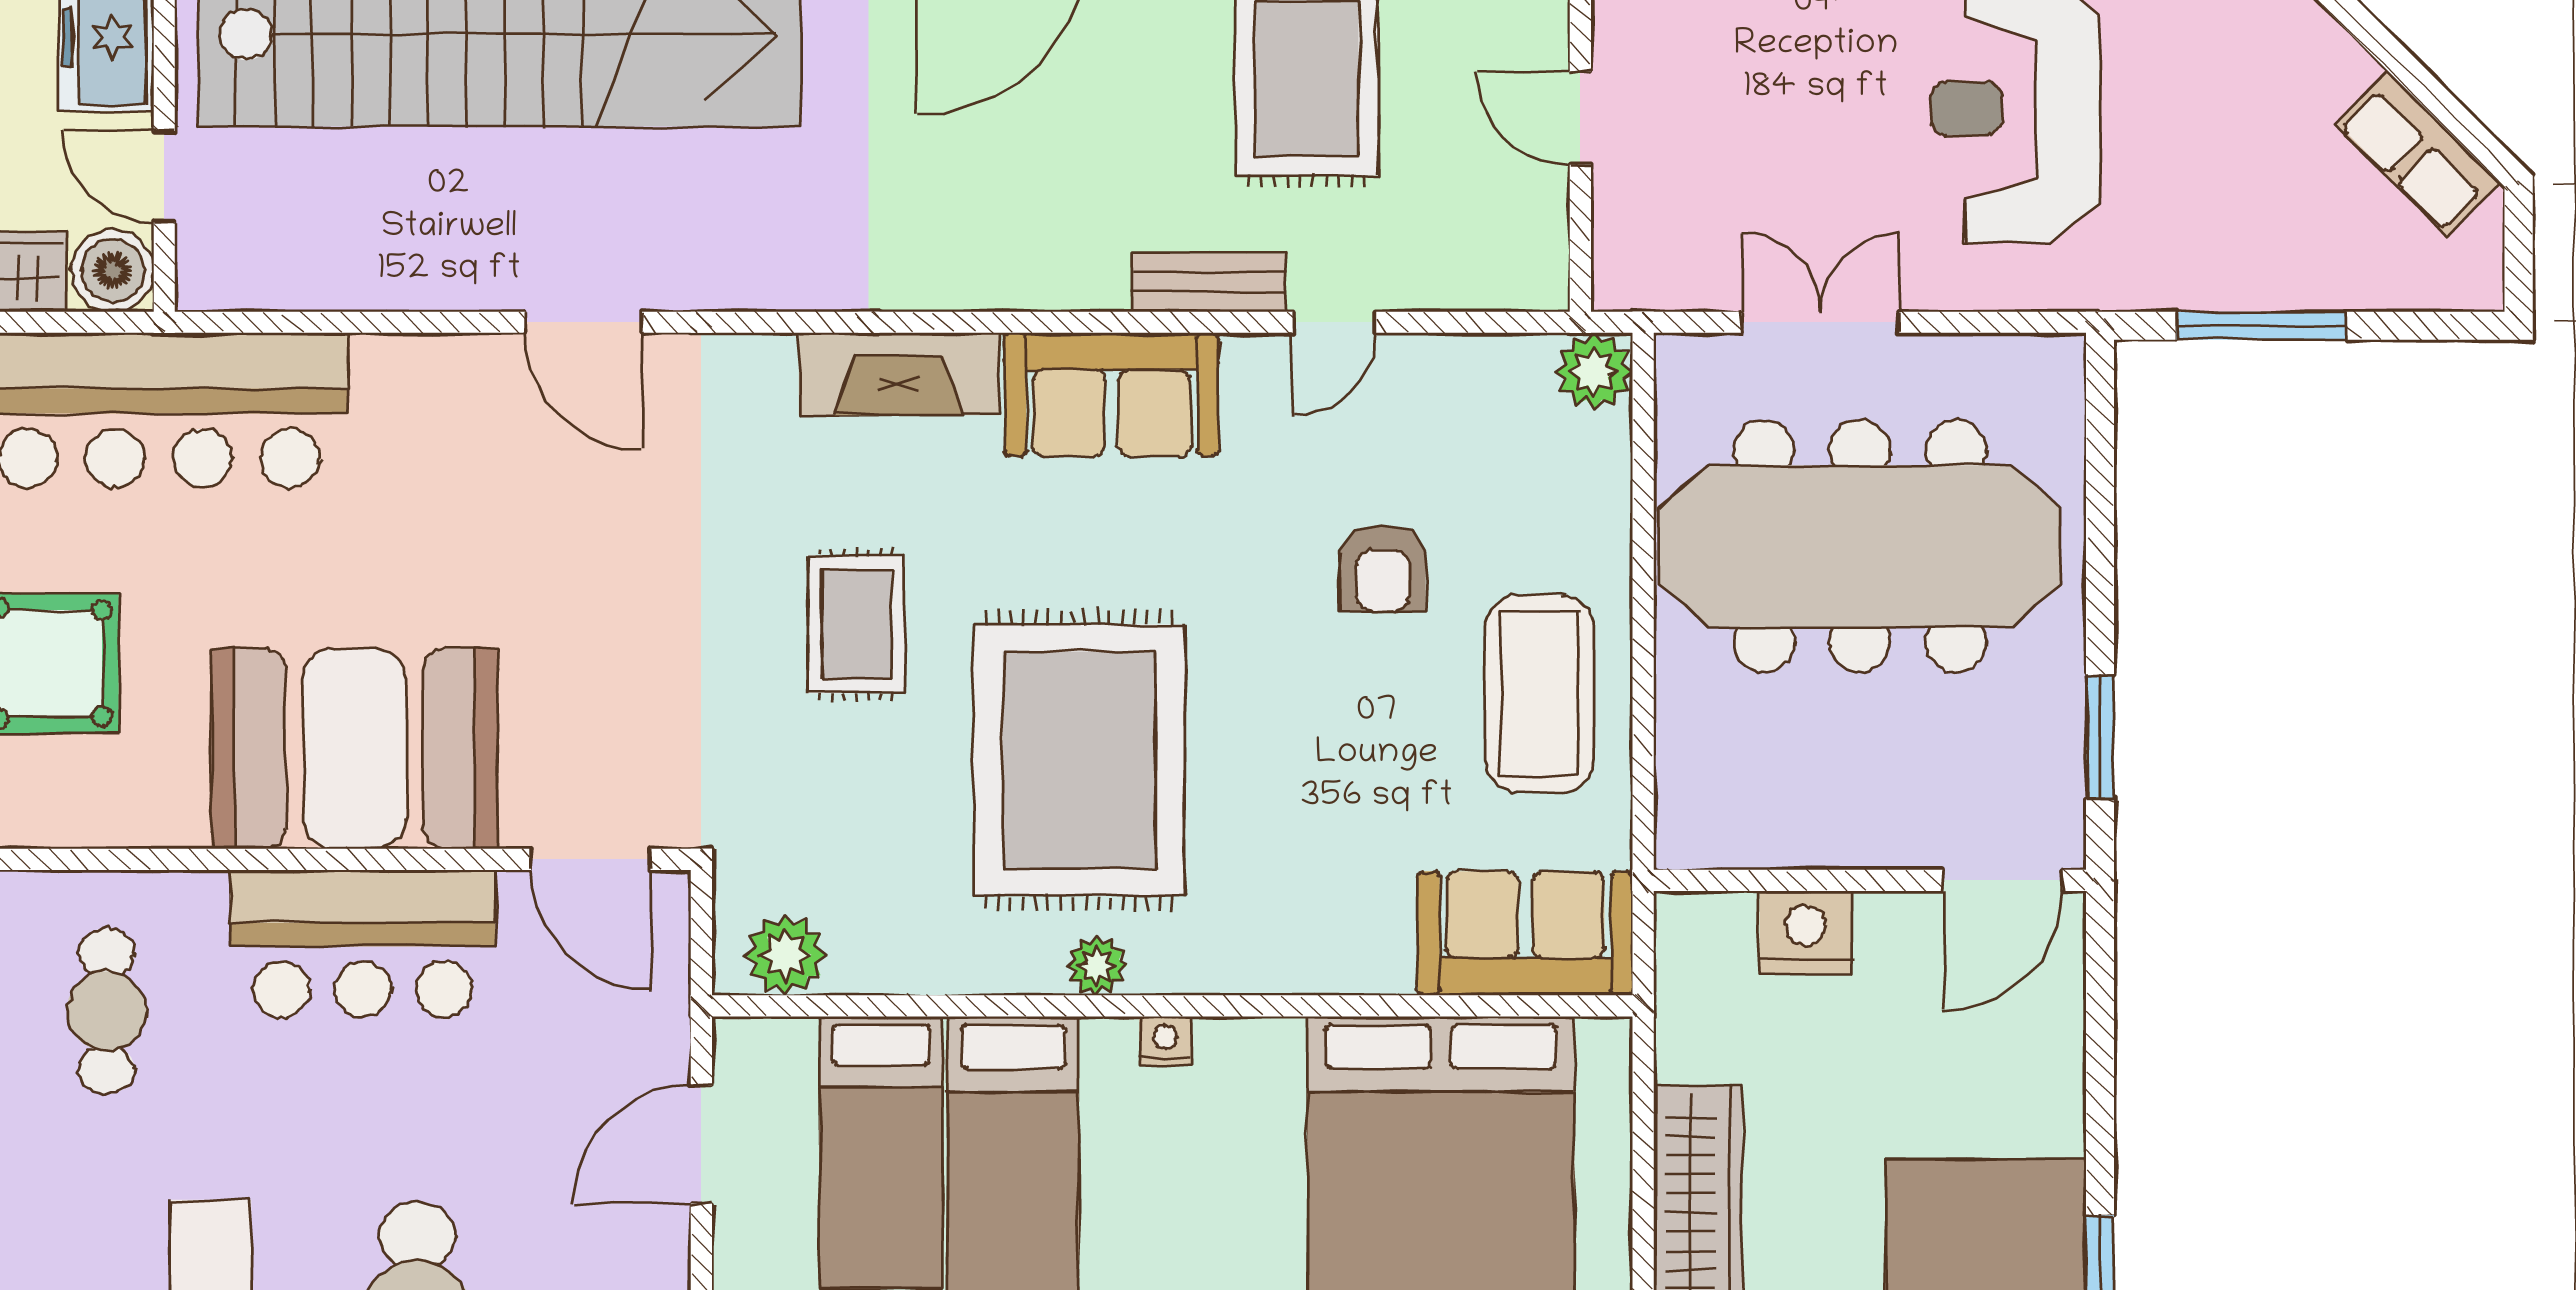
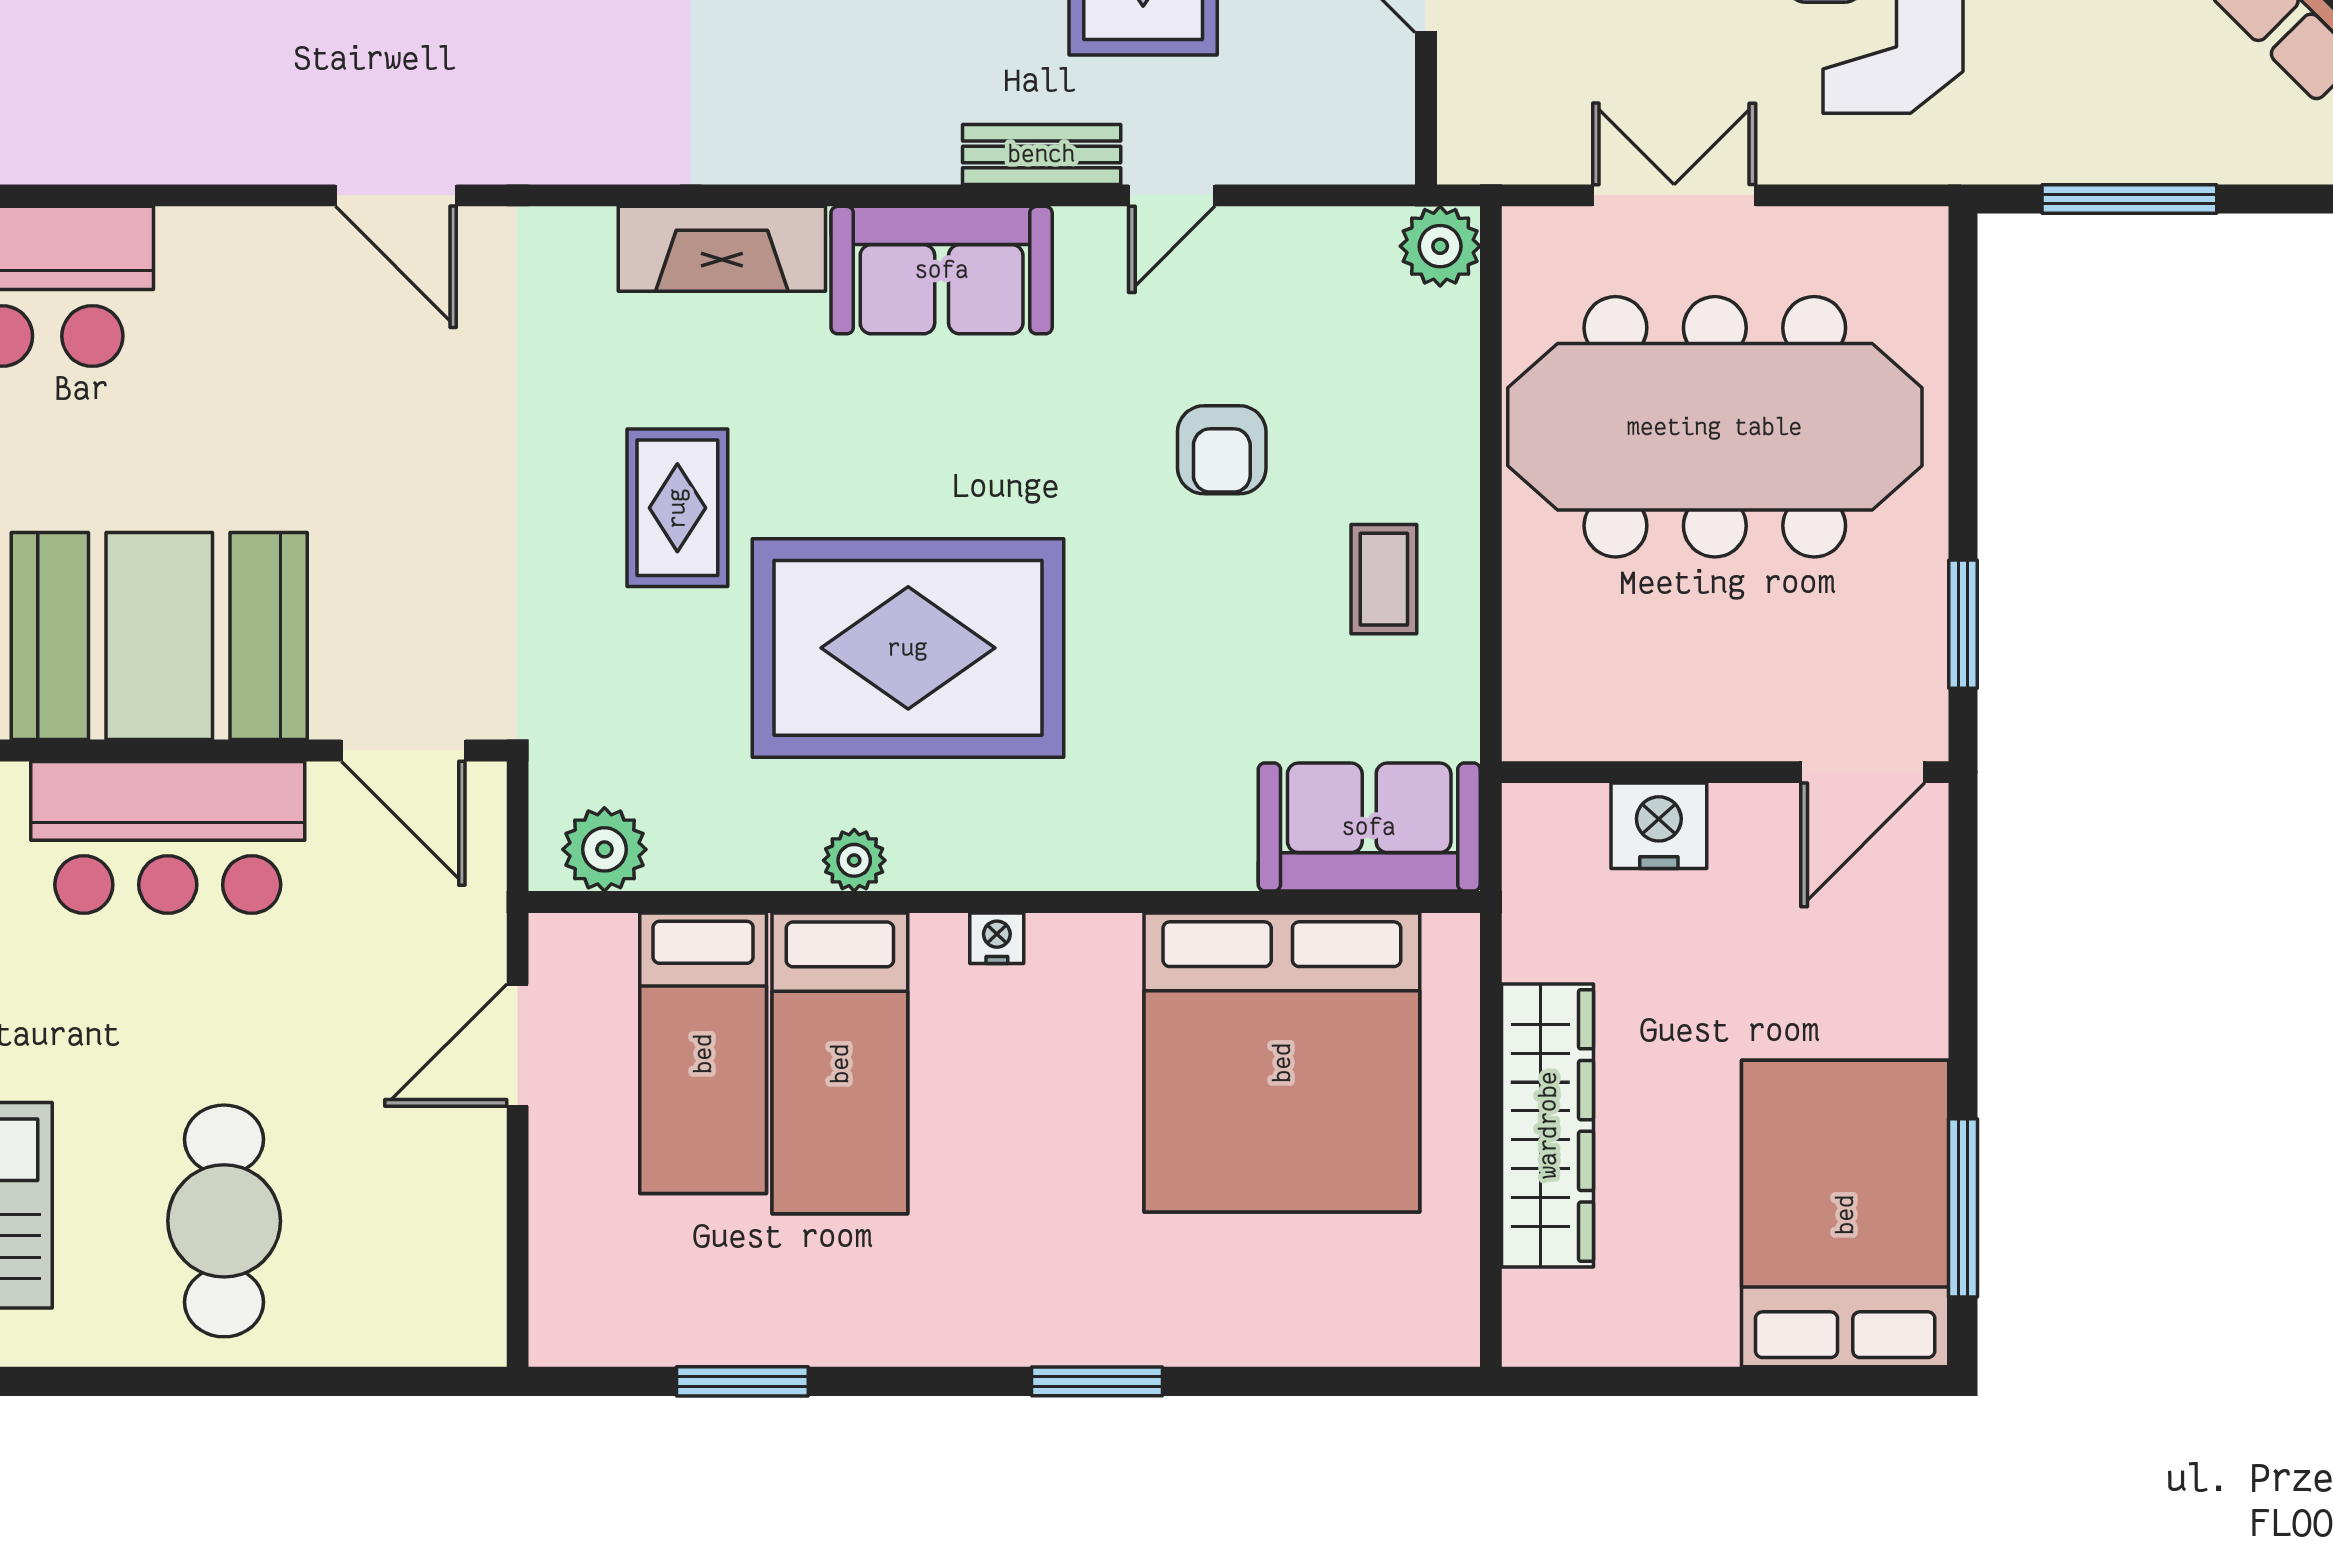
coffee table: (1540, 694) -> (1384, 579), width x0.54, depth x0.58
rug: (1079, 760) -> (908, 648), turned 90
plant: (1097, 966) -> (854, 860), moved

